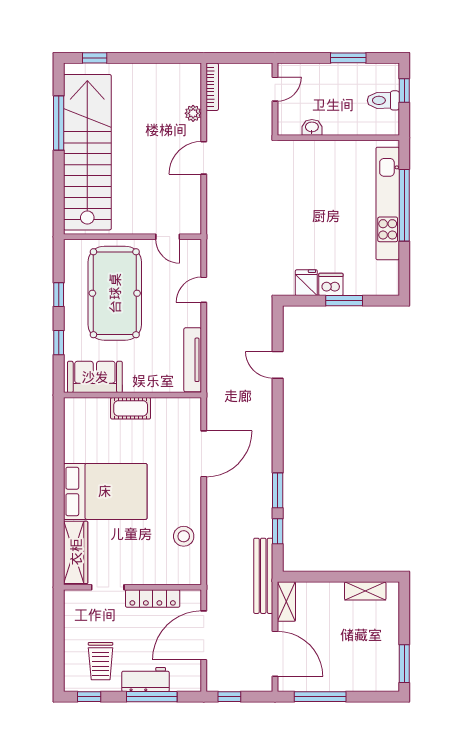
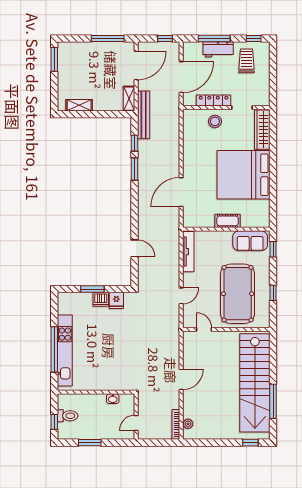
plant: (193, 113) -> (188, 424), moved
window: (59, 343) -> (273, 249), moved
bed: (105, 491) -> (244, 175), width x1.36
stool: (184, 536) -> (215, 121), moved
door: (275, 654) -> (136, 66), swing flipped

